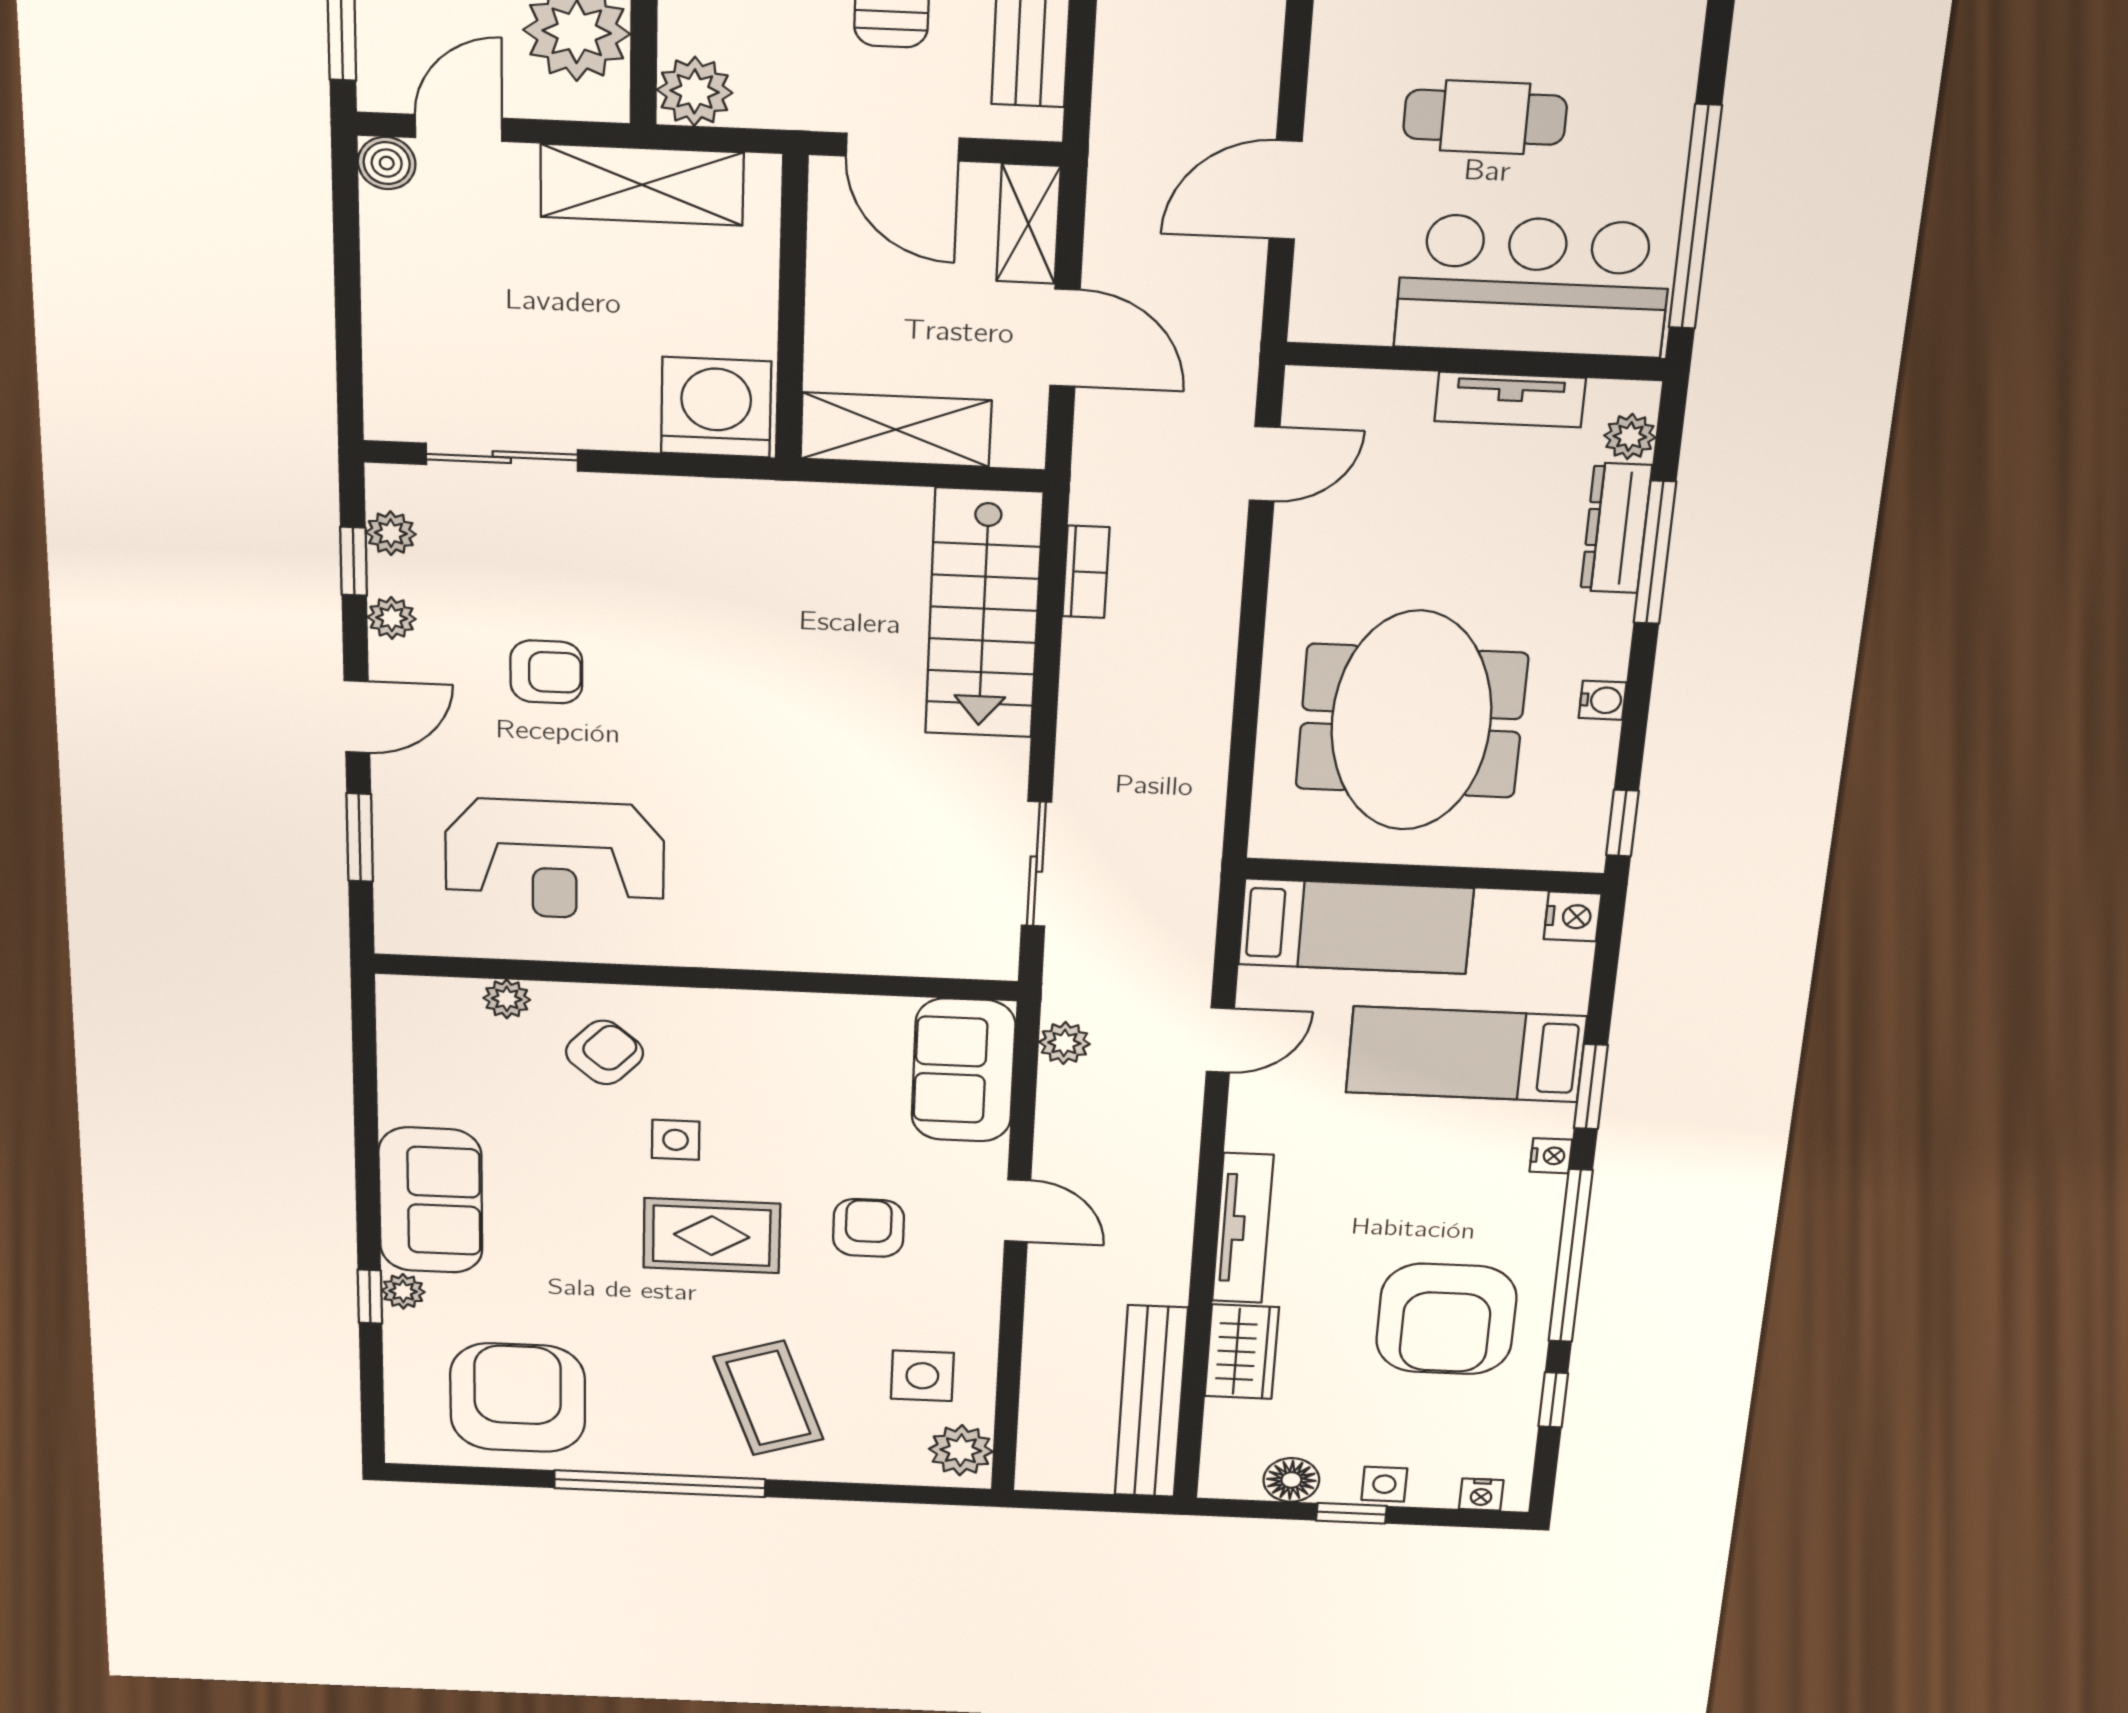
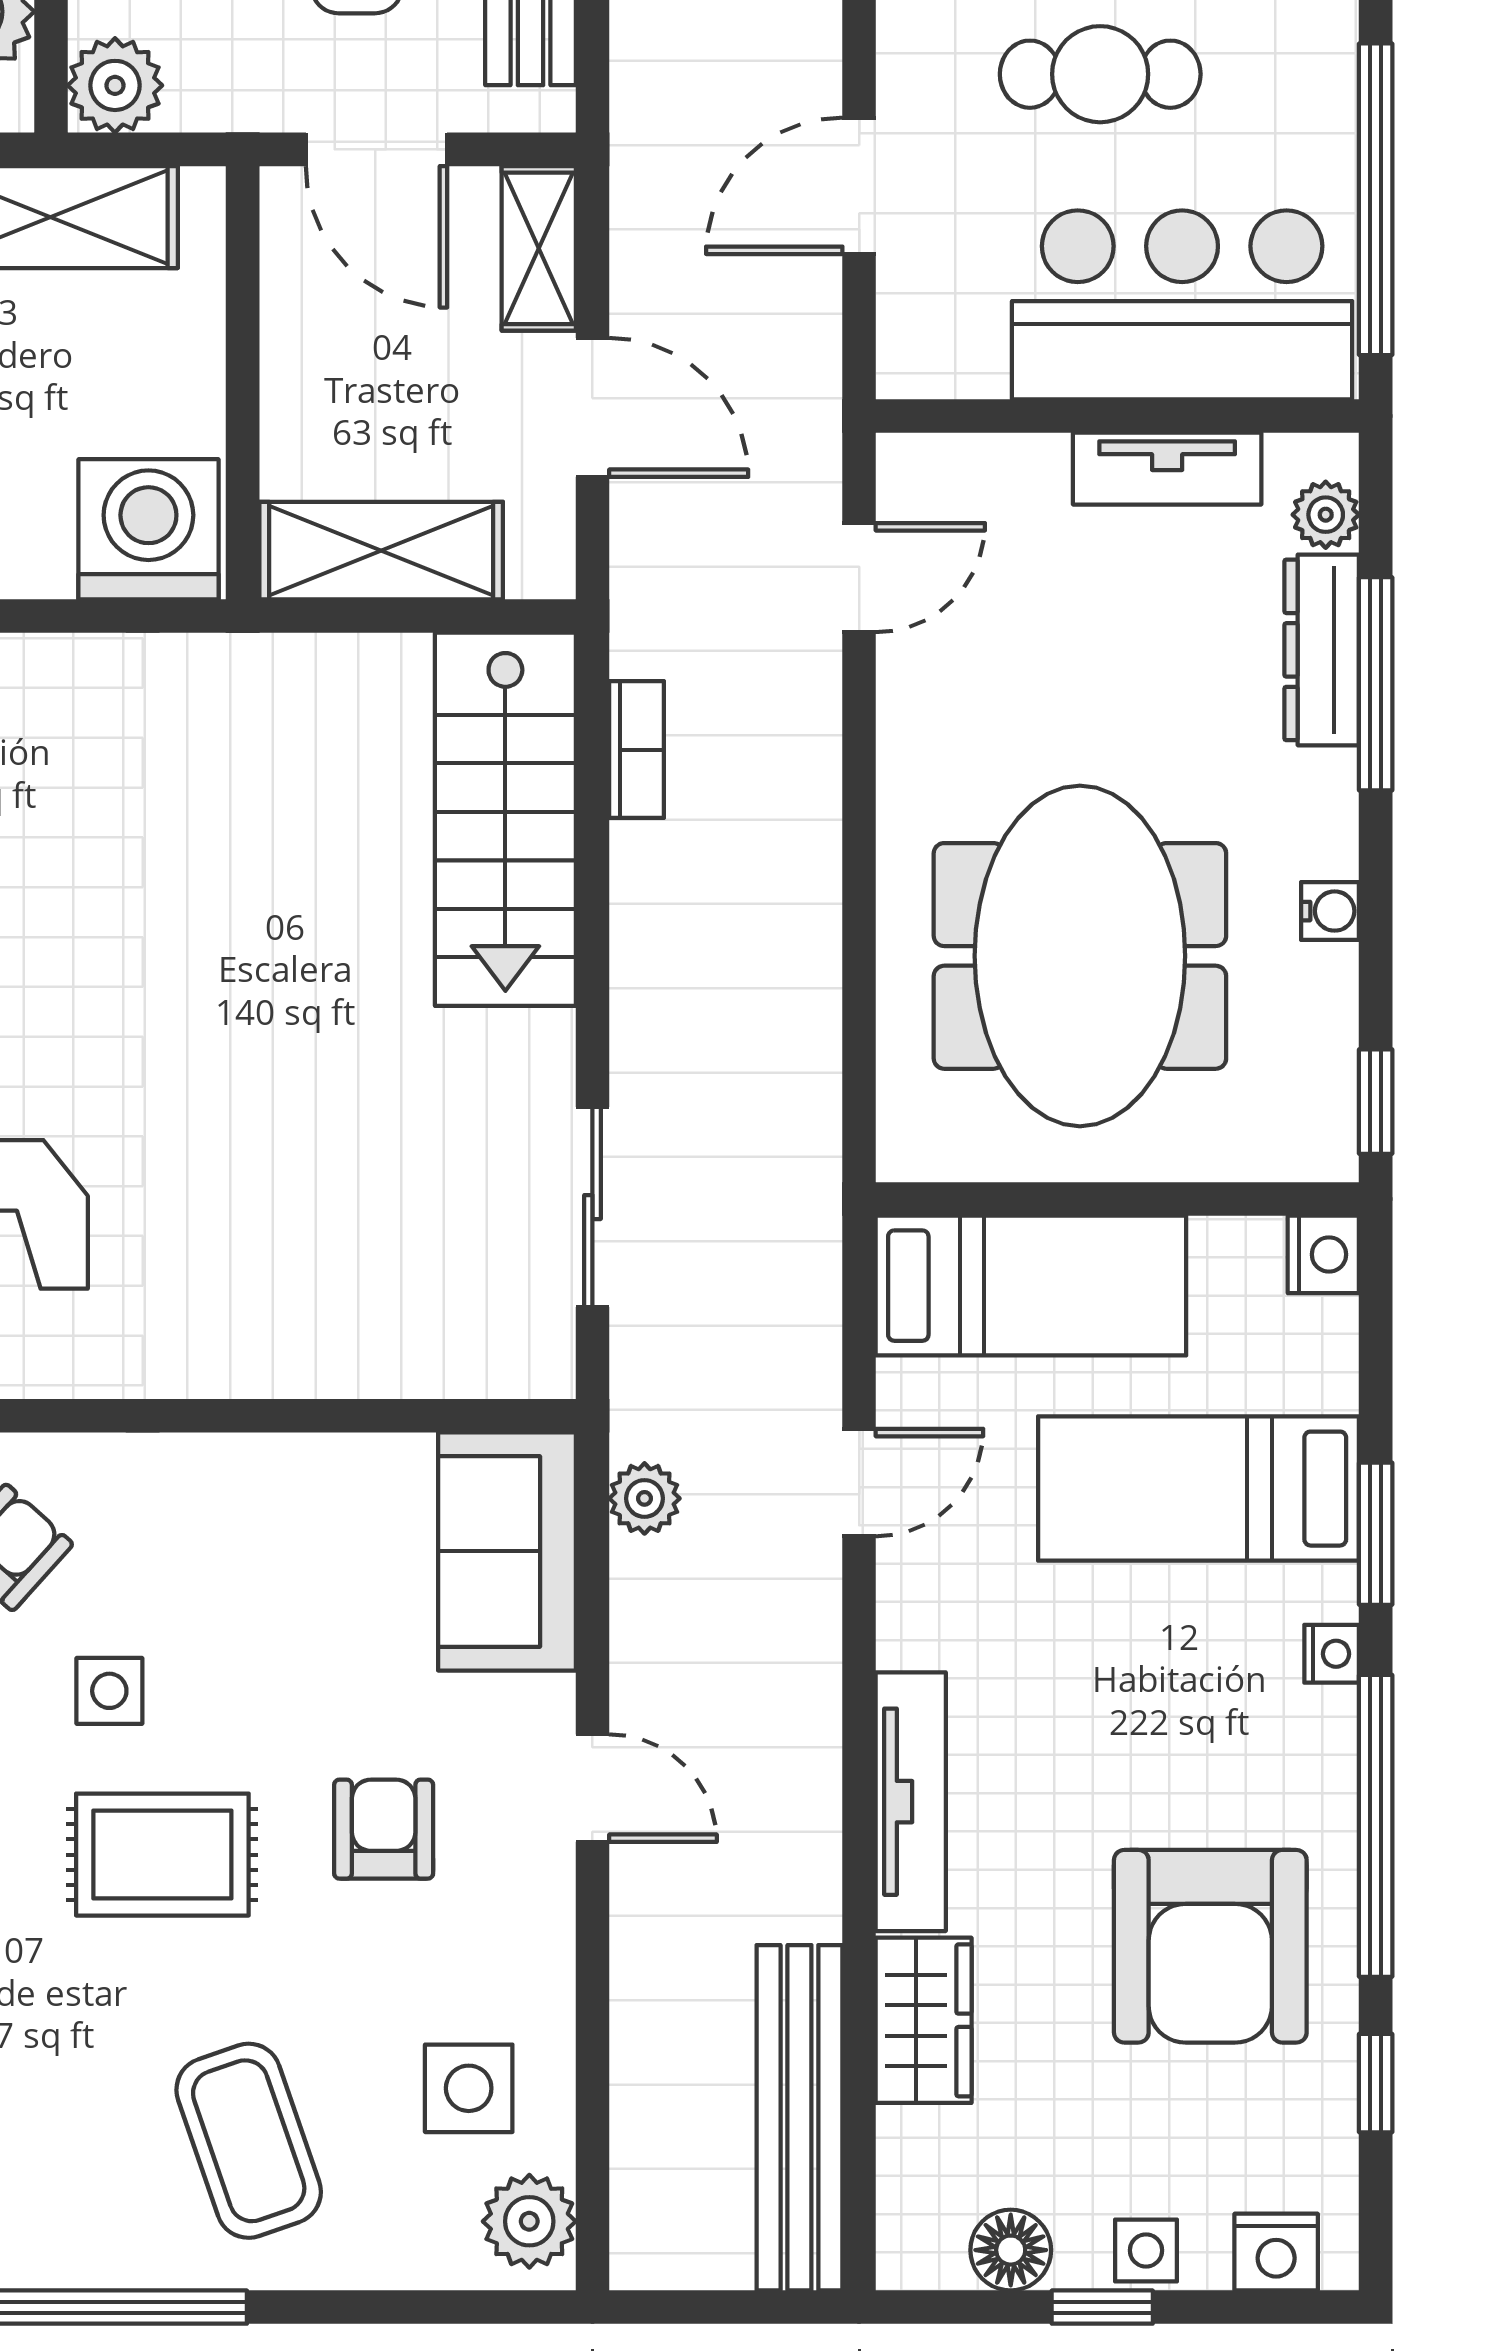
nightstand: (1481, 1495) -> (1276, 2252), width x1.39, depth x1.35

